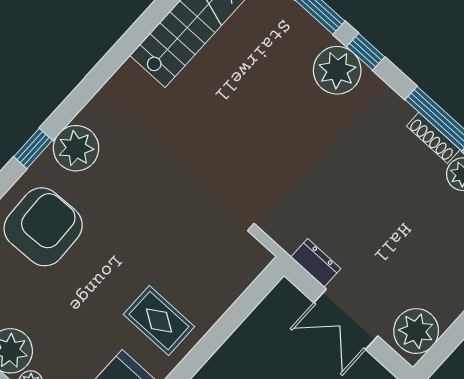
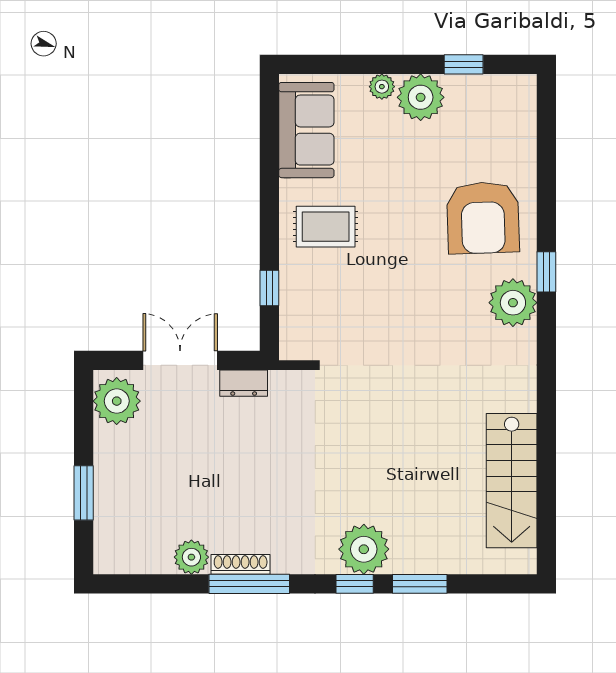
window: (237, 313) -> (269, 288), added

